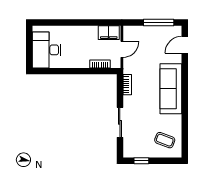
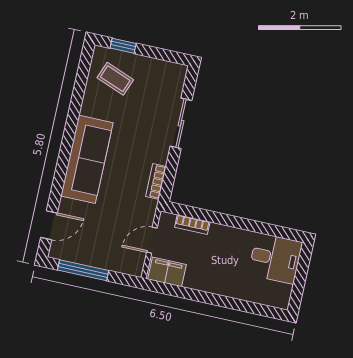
desk: (47, 50) -> (275, 258), width x0.73
window: (141, 161) -> (123, 46), moved

